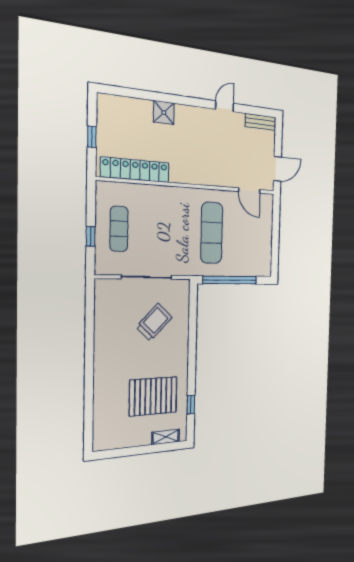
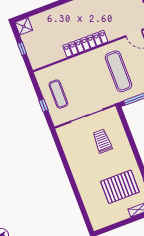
shower: (164, 113) -> (24, 26), moved
locker: (135, 170) -> (85, 44), moved
trolley: (154, 322) -> (102, 141), turned -44

